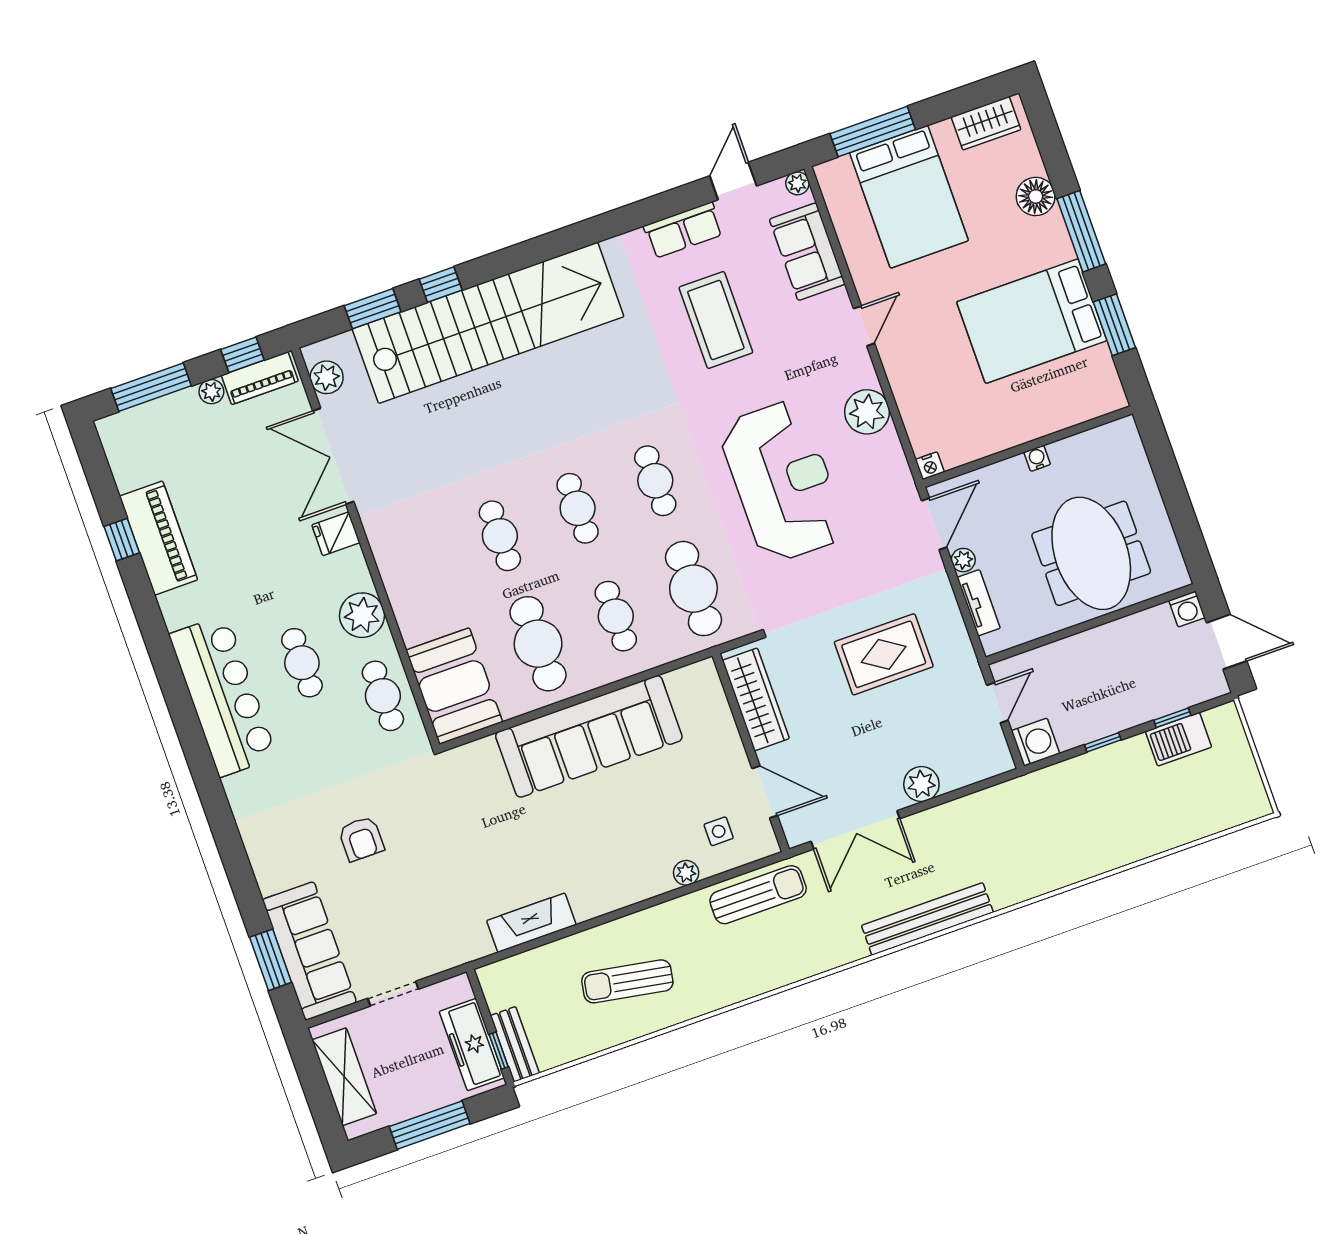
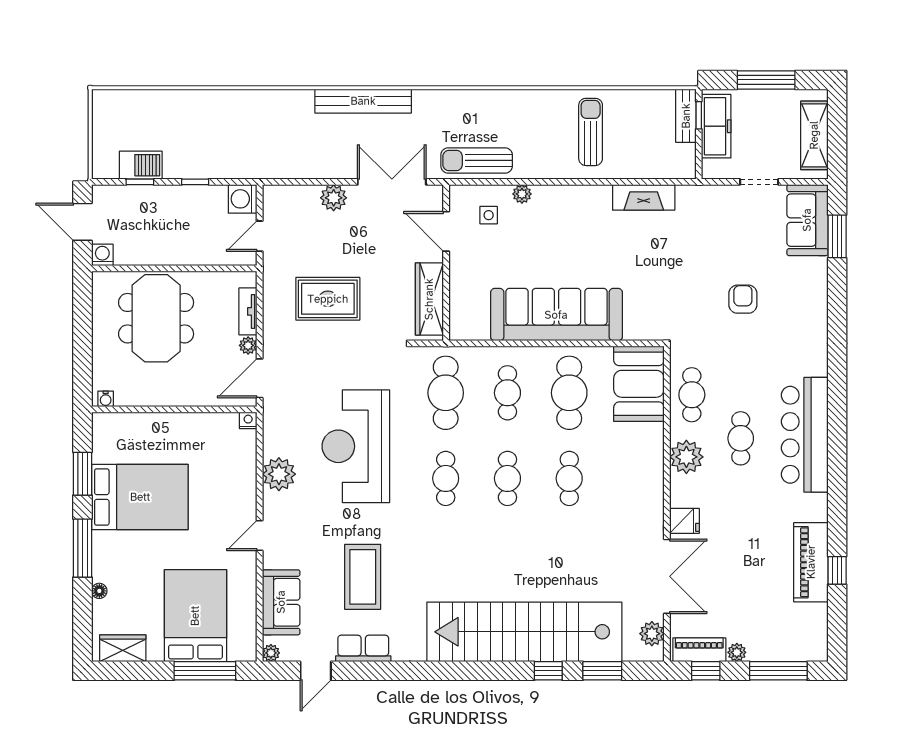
floor lamp: (1036, 196) -> (99, 591), width x0.53, depth x0.53
water cooler: (1037, 458) -> (106, 399), moved
sofa: (309, 951) -> (807, 220), width x0.73
sun lounger: (627, 981) -> (591, 132), turned -100

